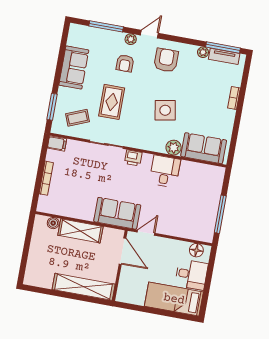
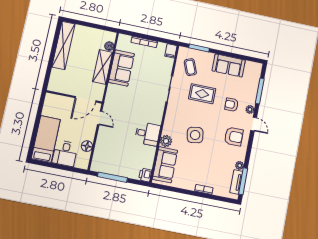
printer: (133, 158) -> (145, 175), moved
sofa: (117, 213) -> (121, 68), moved
floor lamp: (196, 250) -> (87, 146), moved
shelving: (84, 287) -> (63, 45), moved

